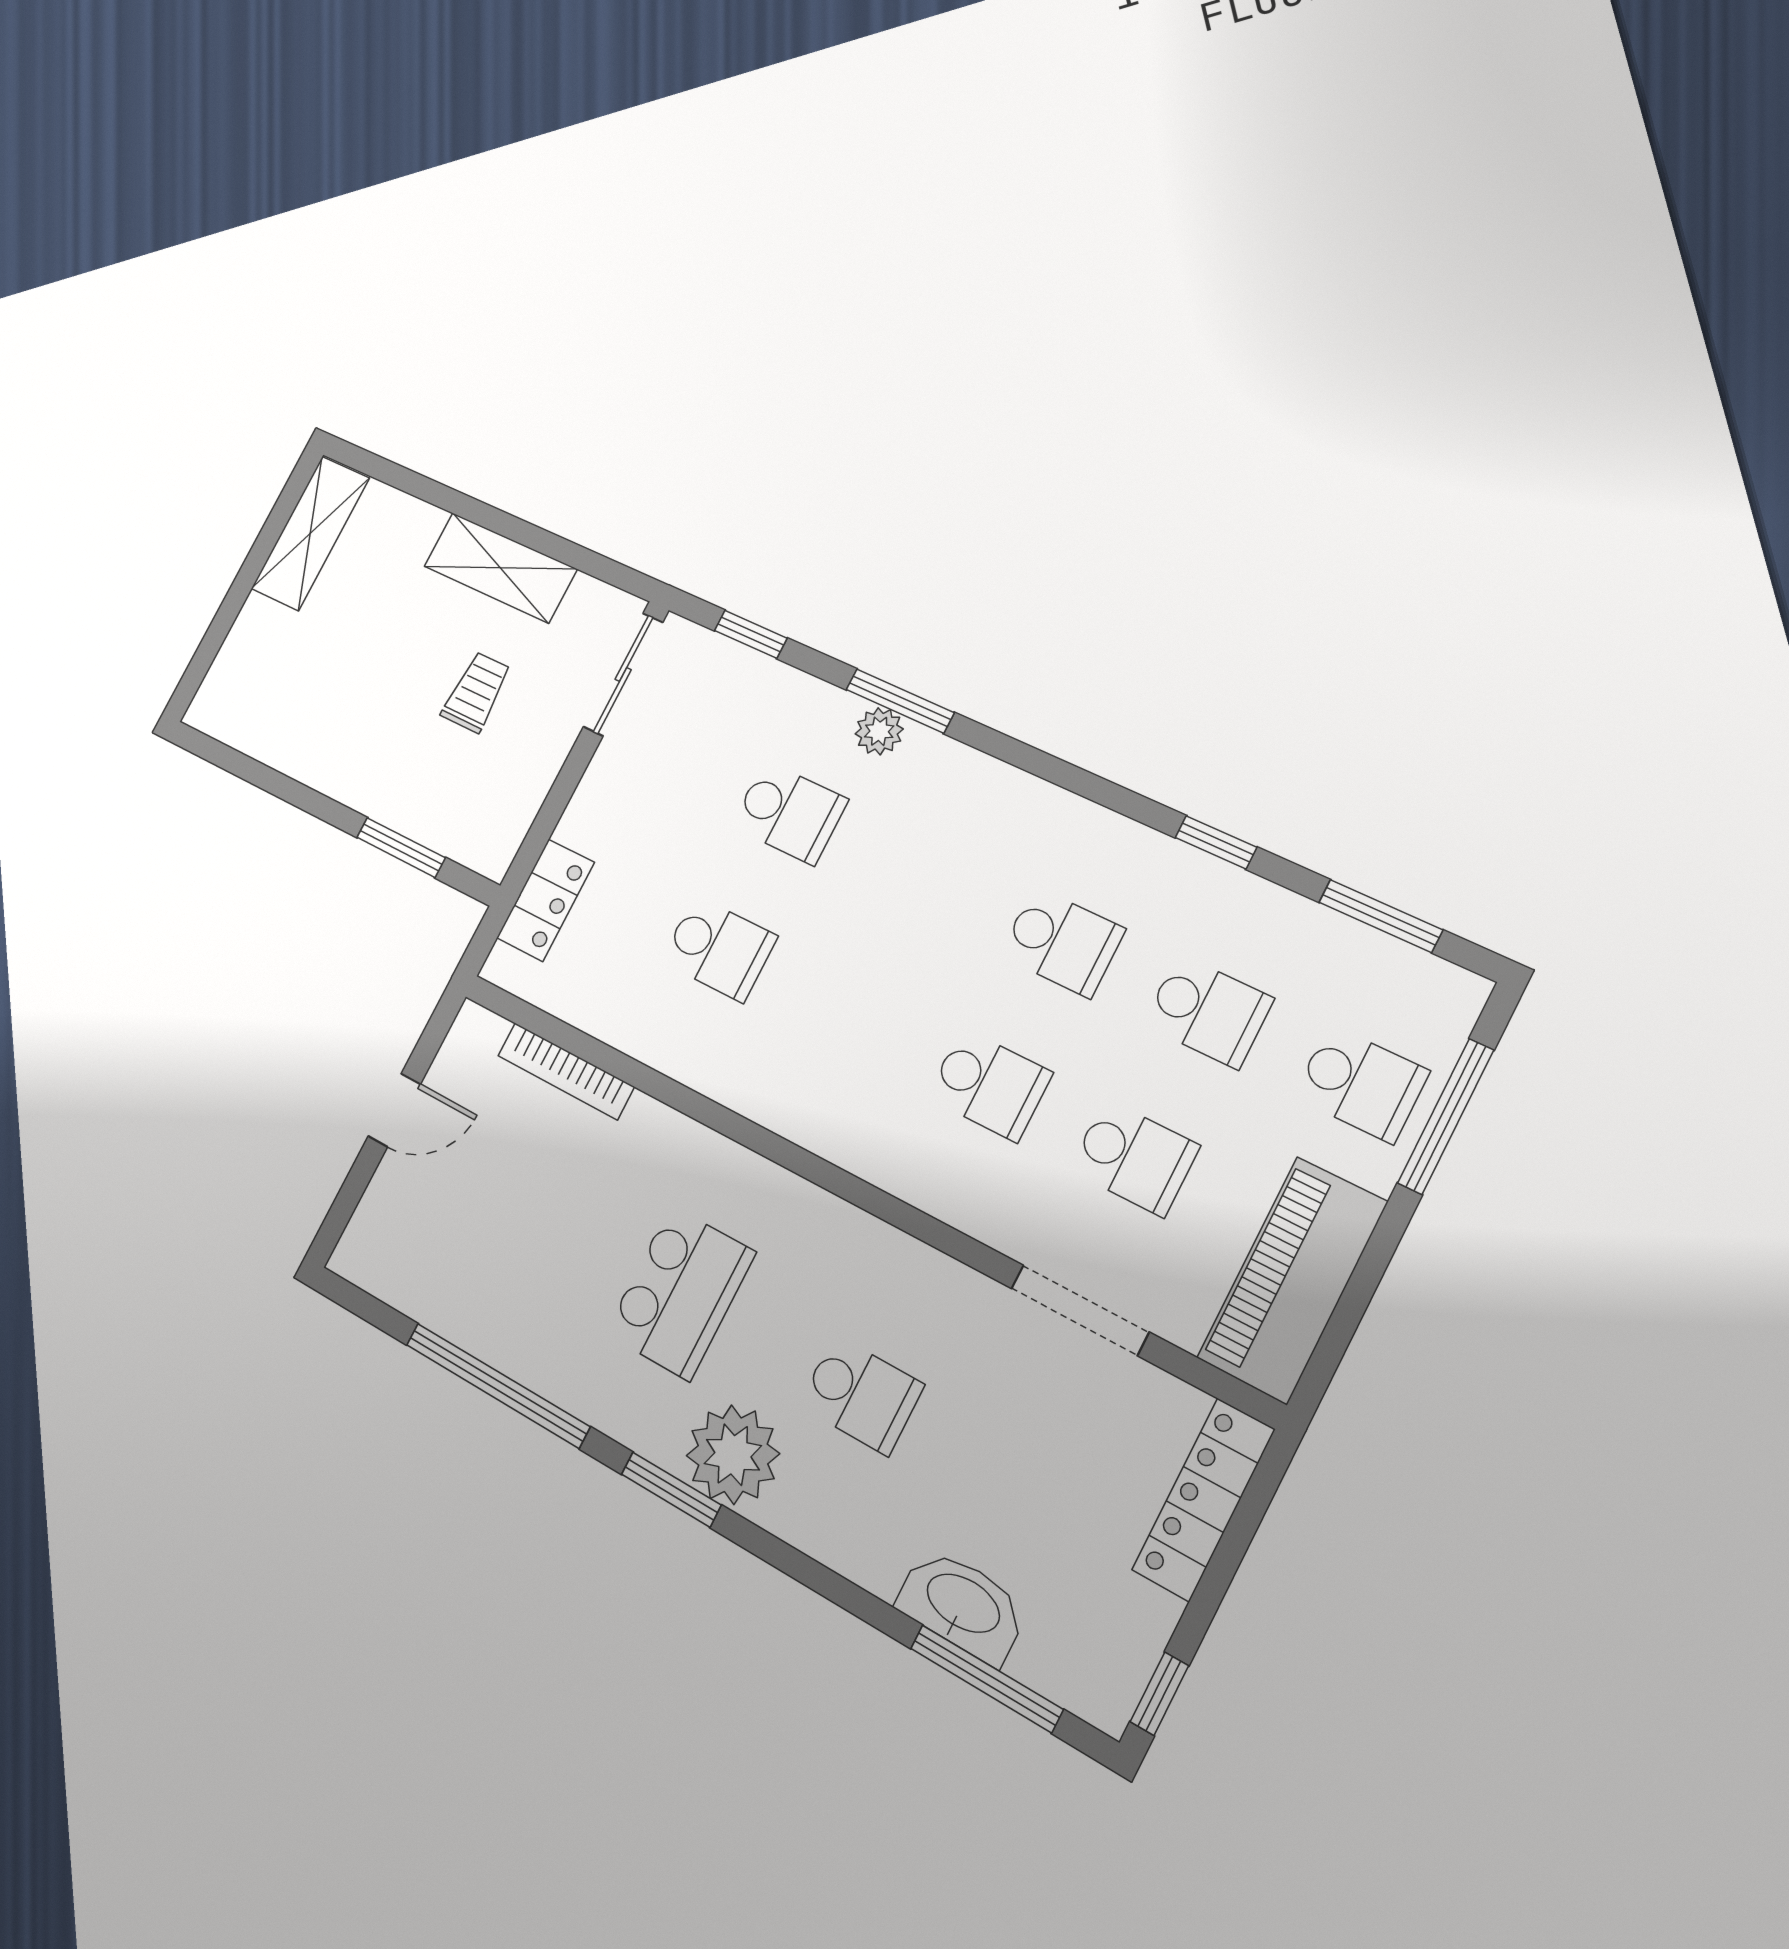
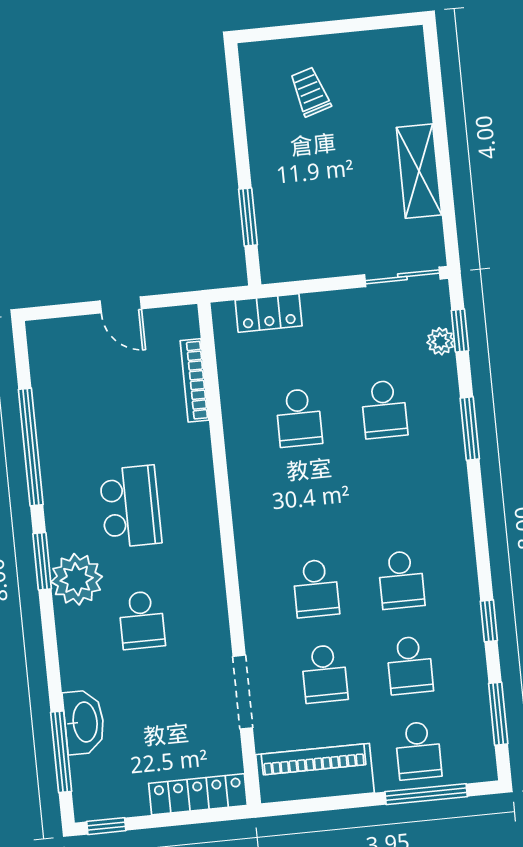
shelving: (310, 533) -> (377, 48), removed
trolley: (476, 692) -> (310, 92), moved, turned -107
plant: (879, 731) -> (441, 341), moved
school desk: (680, 1293) -> (130, 507), turned -90

